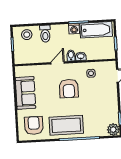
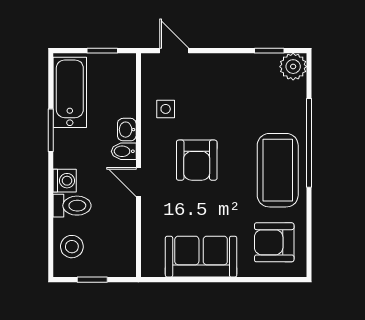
washing machine: (74, 29) -> (65, 181), moved
armchair: (69, 89) -> (197, 160), turned 90

